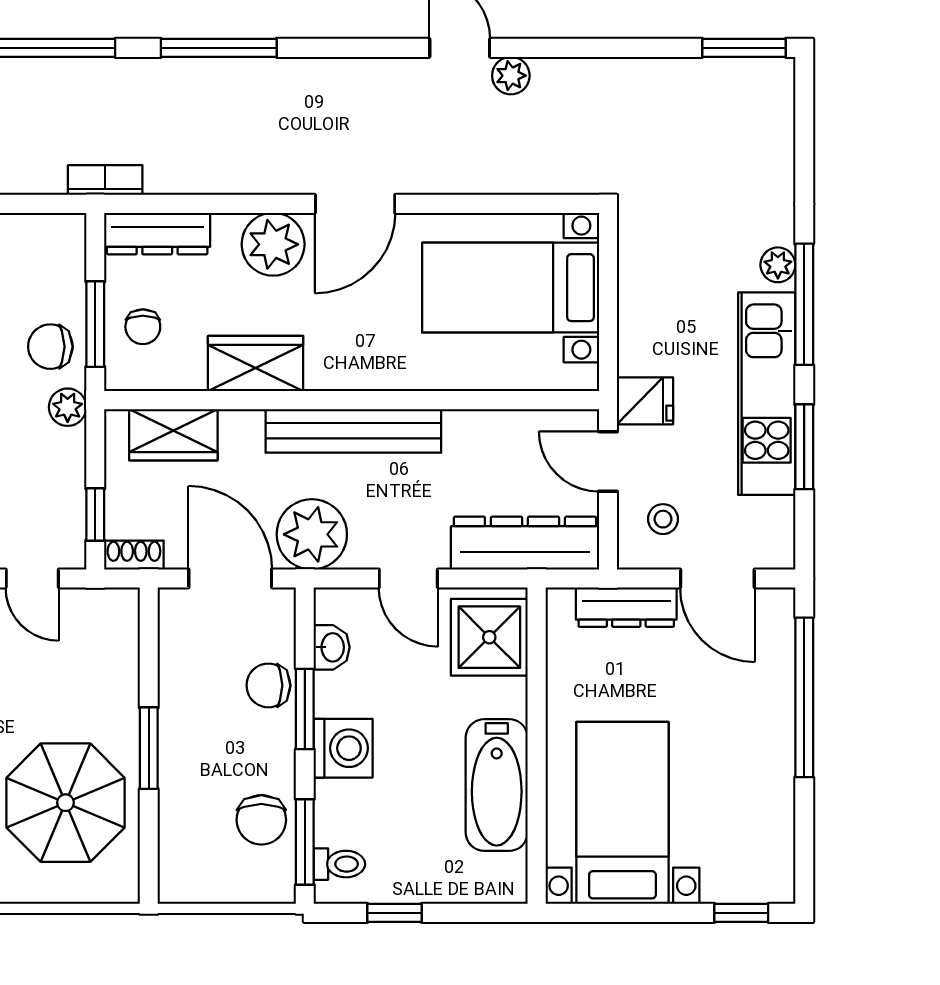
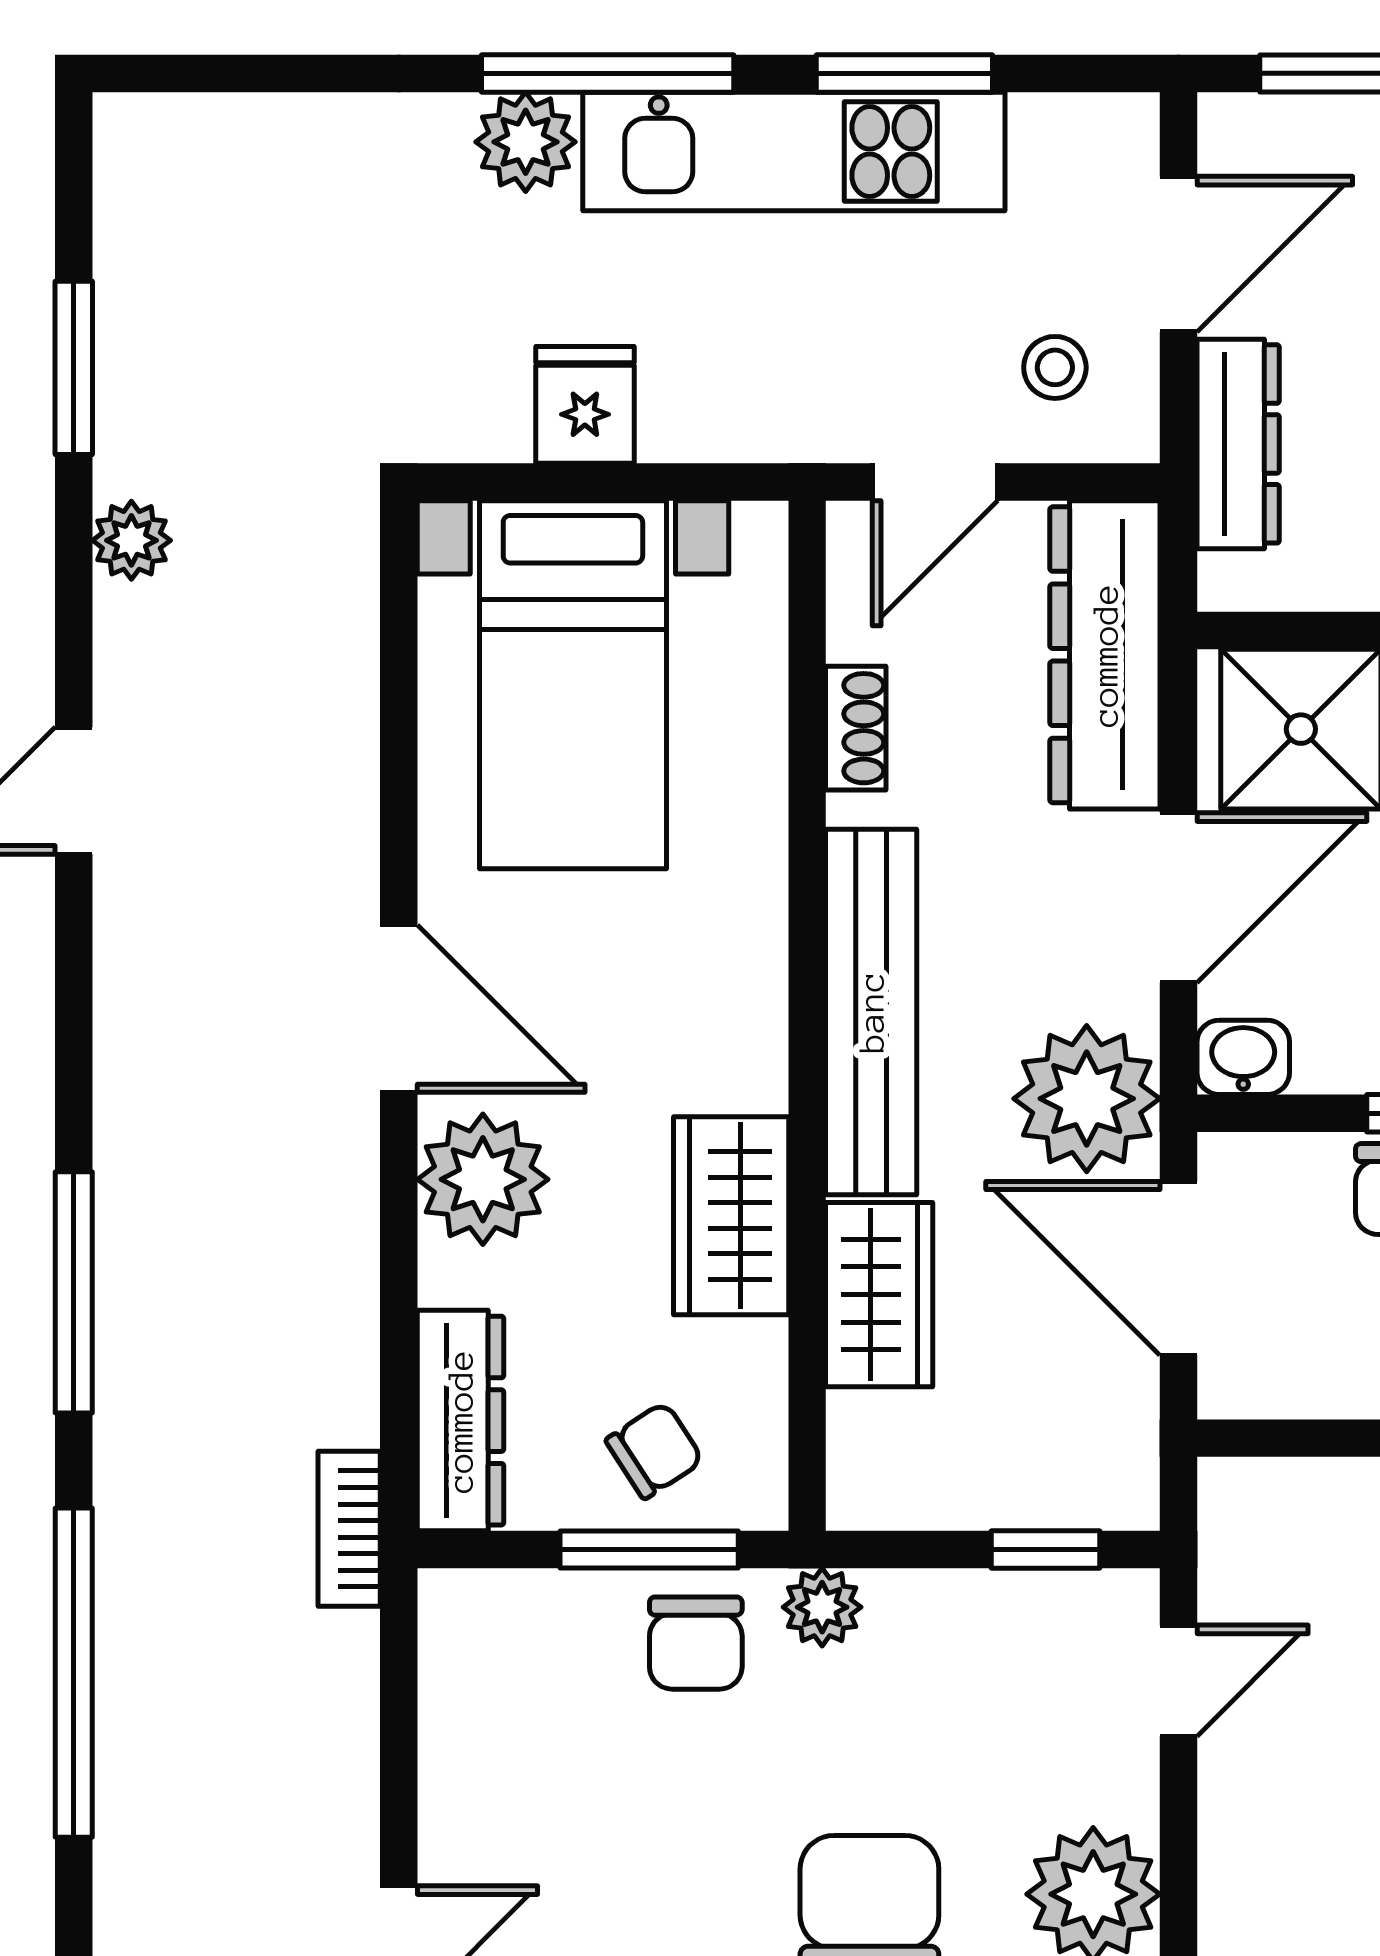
window: (744, 48) -> (74, 368), moved
plant: (511, 76) -> (131, 540), moved
plant: (778, 265) -> (526, 142), width x1.38, depth x1.38
chair: (143, 327) -> (654, 1450), turned -33
fridge: (645, 401) -> (585, 405), moved
wardrobe: (173, 435) -> (879, 1295), moved
shoe rack: (134, 555) -> (856, 728), moved, turned 180
door: (230, 578) -> (1179, 1268), hinge flipped
door: (408, 578) -> (1179, 898), width x1.38
washbasin: (332, 647) -> (1243, 1057), moved

